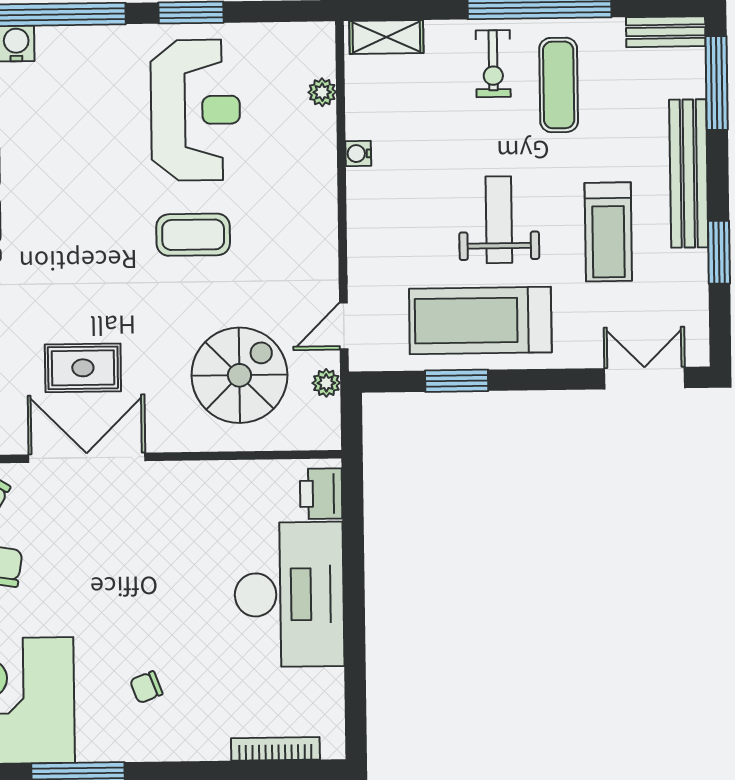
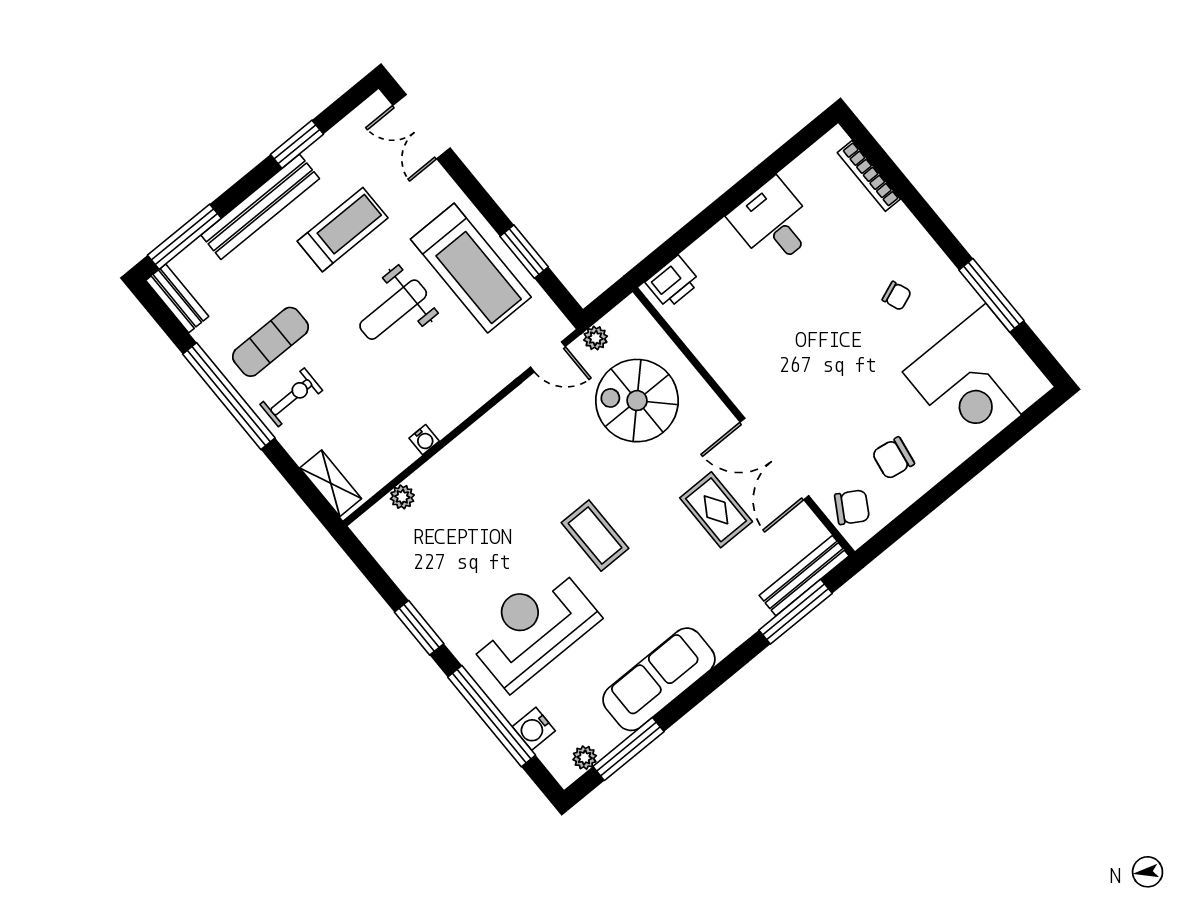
reception desk: (195, 110) -> (532, 627), moved
coffee table: (193, 235) -> (595, 536), moved
desk: (289, 594) -> (773, 223), width x0.53, depth x0.77

